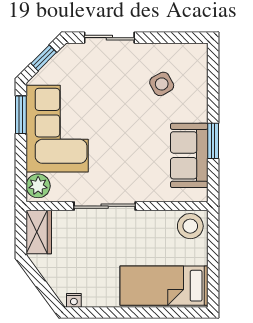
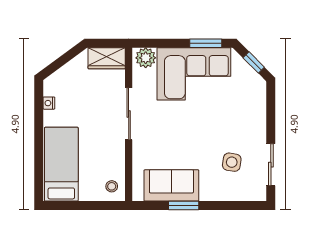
sliding door: (109, 38) -> (271, 165), moved
side table: (162, 84) -> (232, 162), turned 38
stool: (190, 226) -> (112, 186), width x0.53, depth x0.53
nightstand: (74, 300) -> (49, 103), moved

